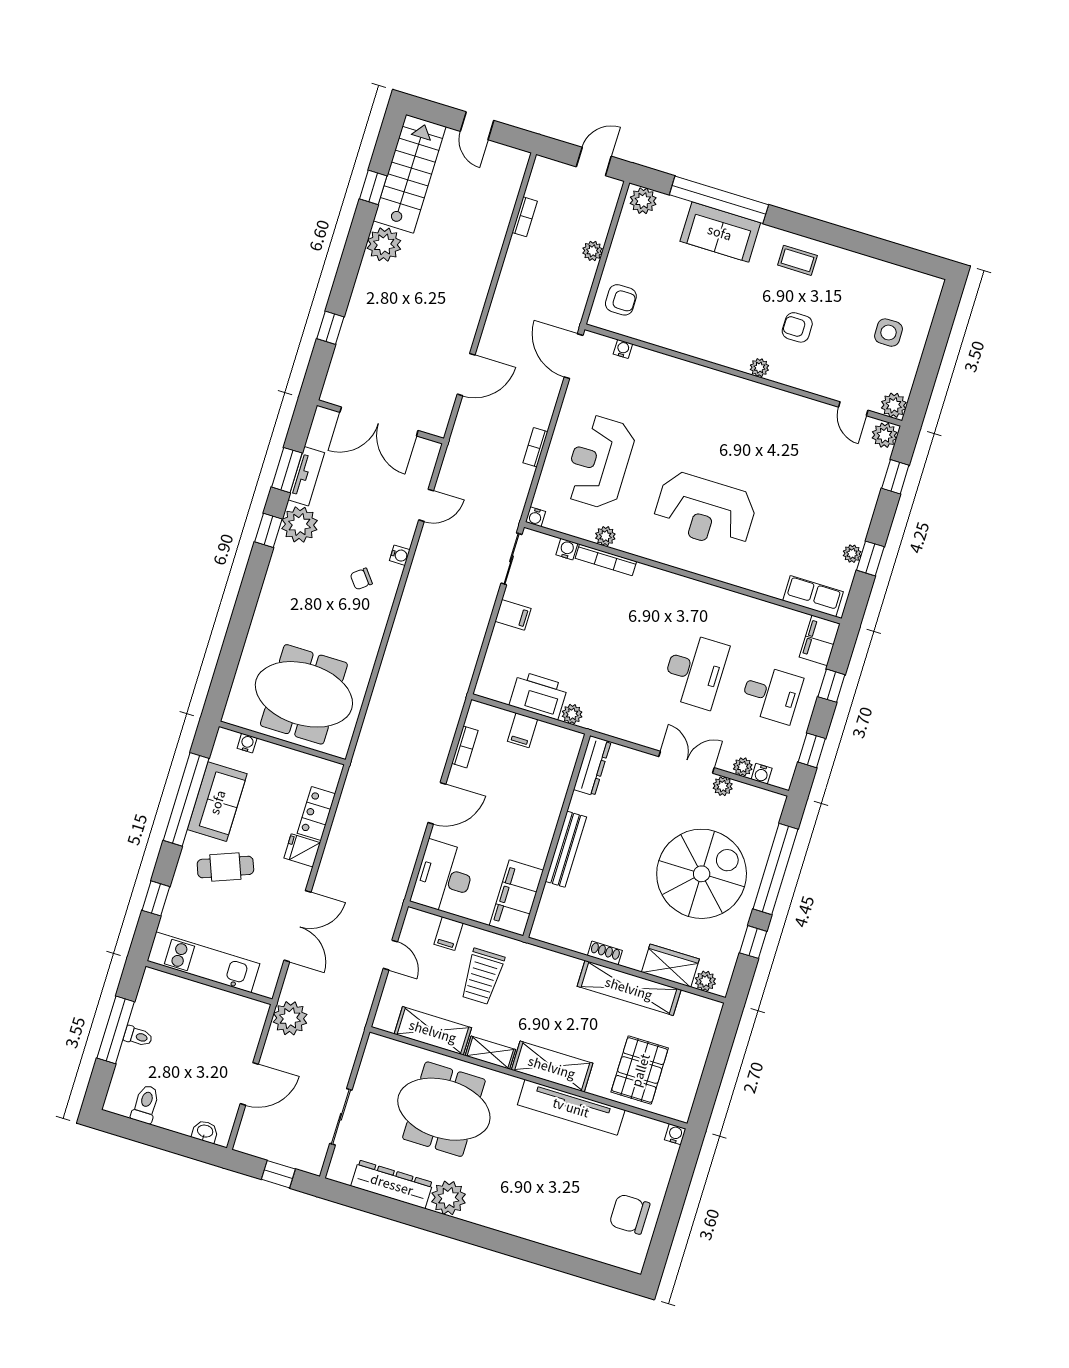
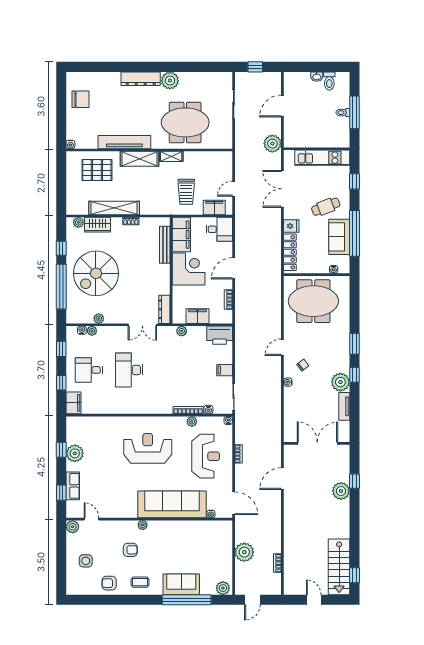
window: (373, 187) -> (355, 575), moved
plant: (384, 244) -> (341, 491), moved
plant: (593, 251) -> (244, 552), width x1.87, depth x1.87
armchair: (621, 300) -> (109, 583), moved
sofa: (691, 390) -> (172, 504), added
plant: (885, 435) -> (72, 511), removed
window: (287, 470) -> (355, 344), moved
door: (426, 505) -> (282, 347), moved
plant: (852, 554) -> (75, 453), width x1.87, depth x1.87
row of seats: (813, 596) -> (73, 486), moved, turned -90
printer: (539, 695) -> (220, 335), moved
filing cabinet: (522, 730) -> (197, 316), width x2.00
double door: (686, 762) -> (142, 325), moved
locker: (316, 814) -> (290, 252), width x1.53
corner desk: (523, 828) -> (189, 269), added
bench: (566, 849) -> (165, 245), moved
desk: (444, 877) -> (219, 229), width x0.73
filing cabinet: (449, 934) -> (214, 207), width x2.00
door: (390, 955) -> (234, 189), hinge flipped
trolley: (482, 976) -> (186, 192), turned 180
shelving: (433, 1031) -> (202, 158), removed
pallet: (640, 1070) -> (97, 170), turned 90
washbasin: (205, 1132) -> (317, 77), moved
dresser: (392, 1184) -> (141, 79), moved

